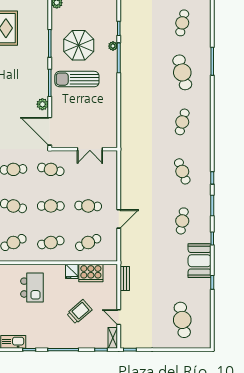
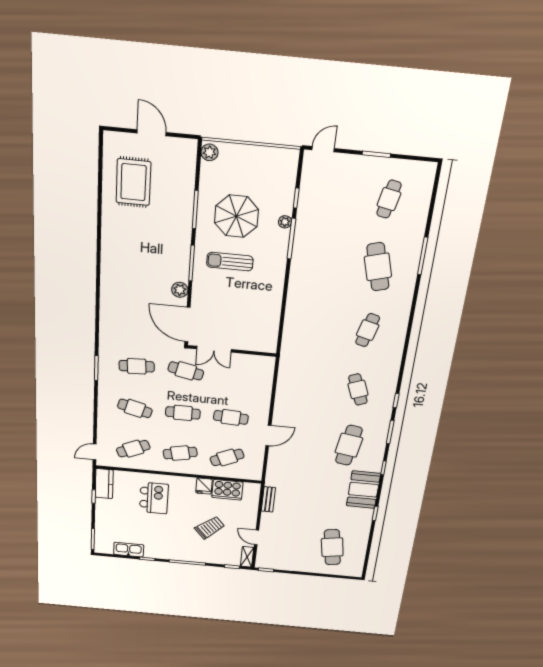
sun lounger: (77, 79) -> (230, 262), width x0.73, depth x0.75
double door: (90, 149) -> (214, 349), moved
cafe table: (182, 221) -> (349, 445), width x1.37, depth x1.35

